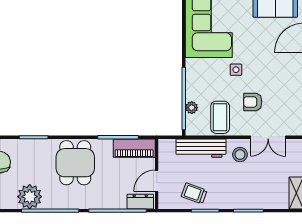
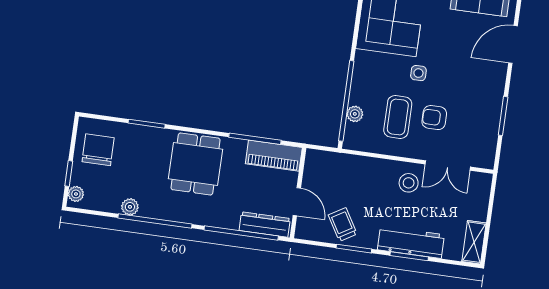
coffee table: (220, 117) -> (398, 117), moved
workbench: (201, 148) -> (411, 242), moved, turned 180
door: (157, 181) -> (297, 202), swing flipped
trolley: (194, 193) -> (343, 225), turned 39
plant: (30, 197) -> (130, 207), width x0.53, depth x0.53
dresser: (140, 202) -> (265, 224), width x1.44

